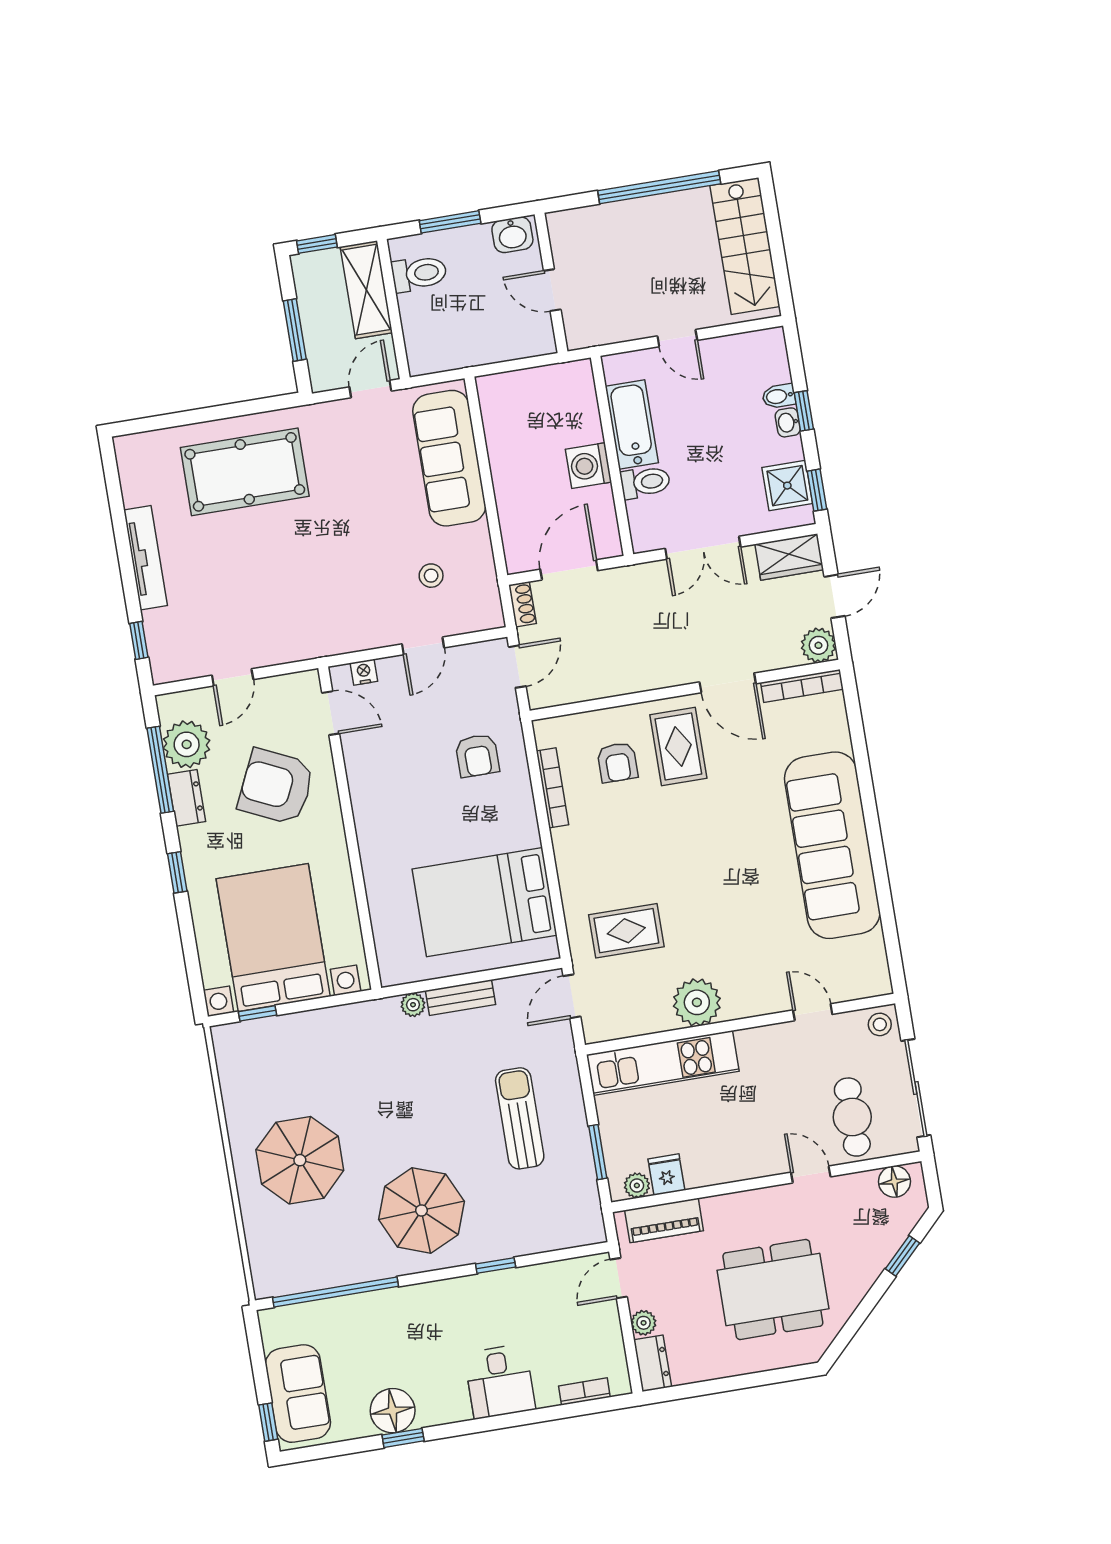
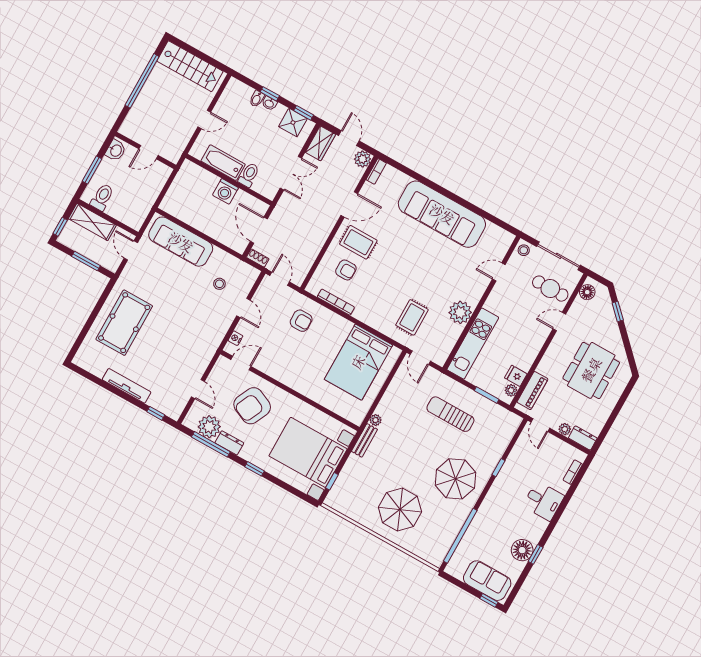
bookcase: (802, 686) -> (376, 171), width x0.64
bench: (461, 998) -> (364, 440), moved

